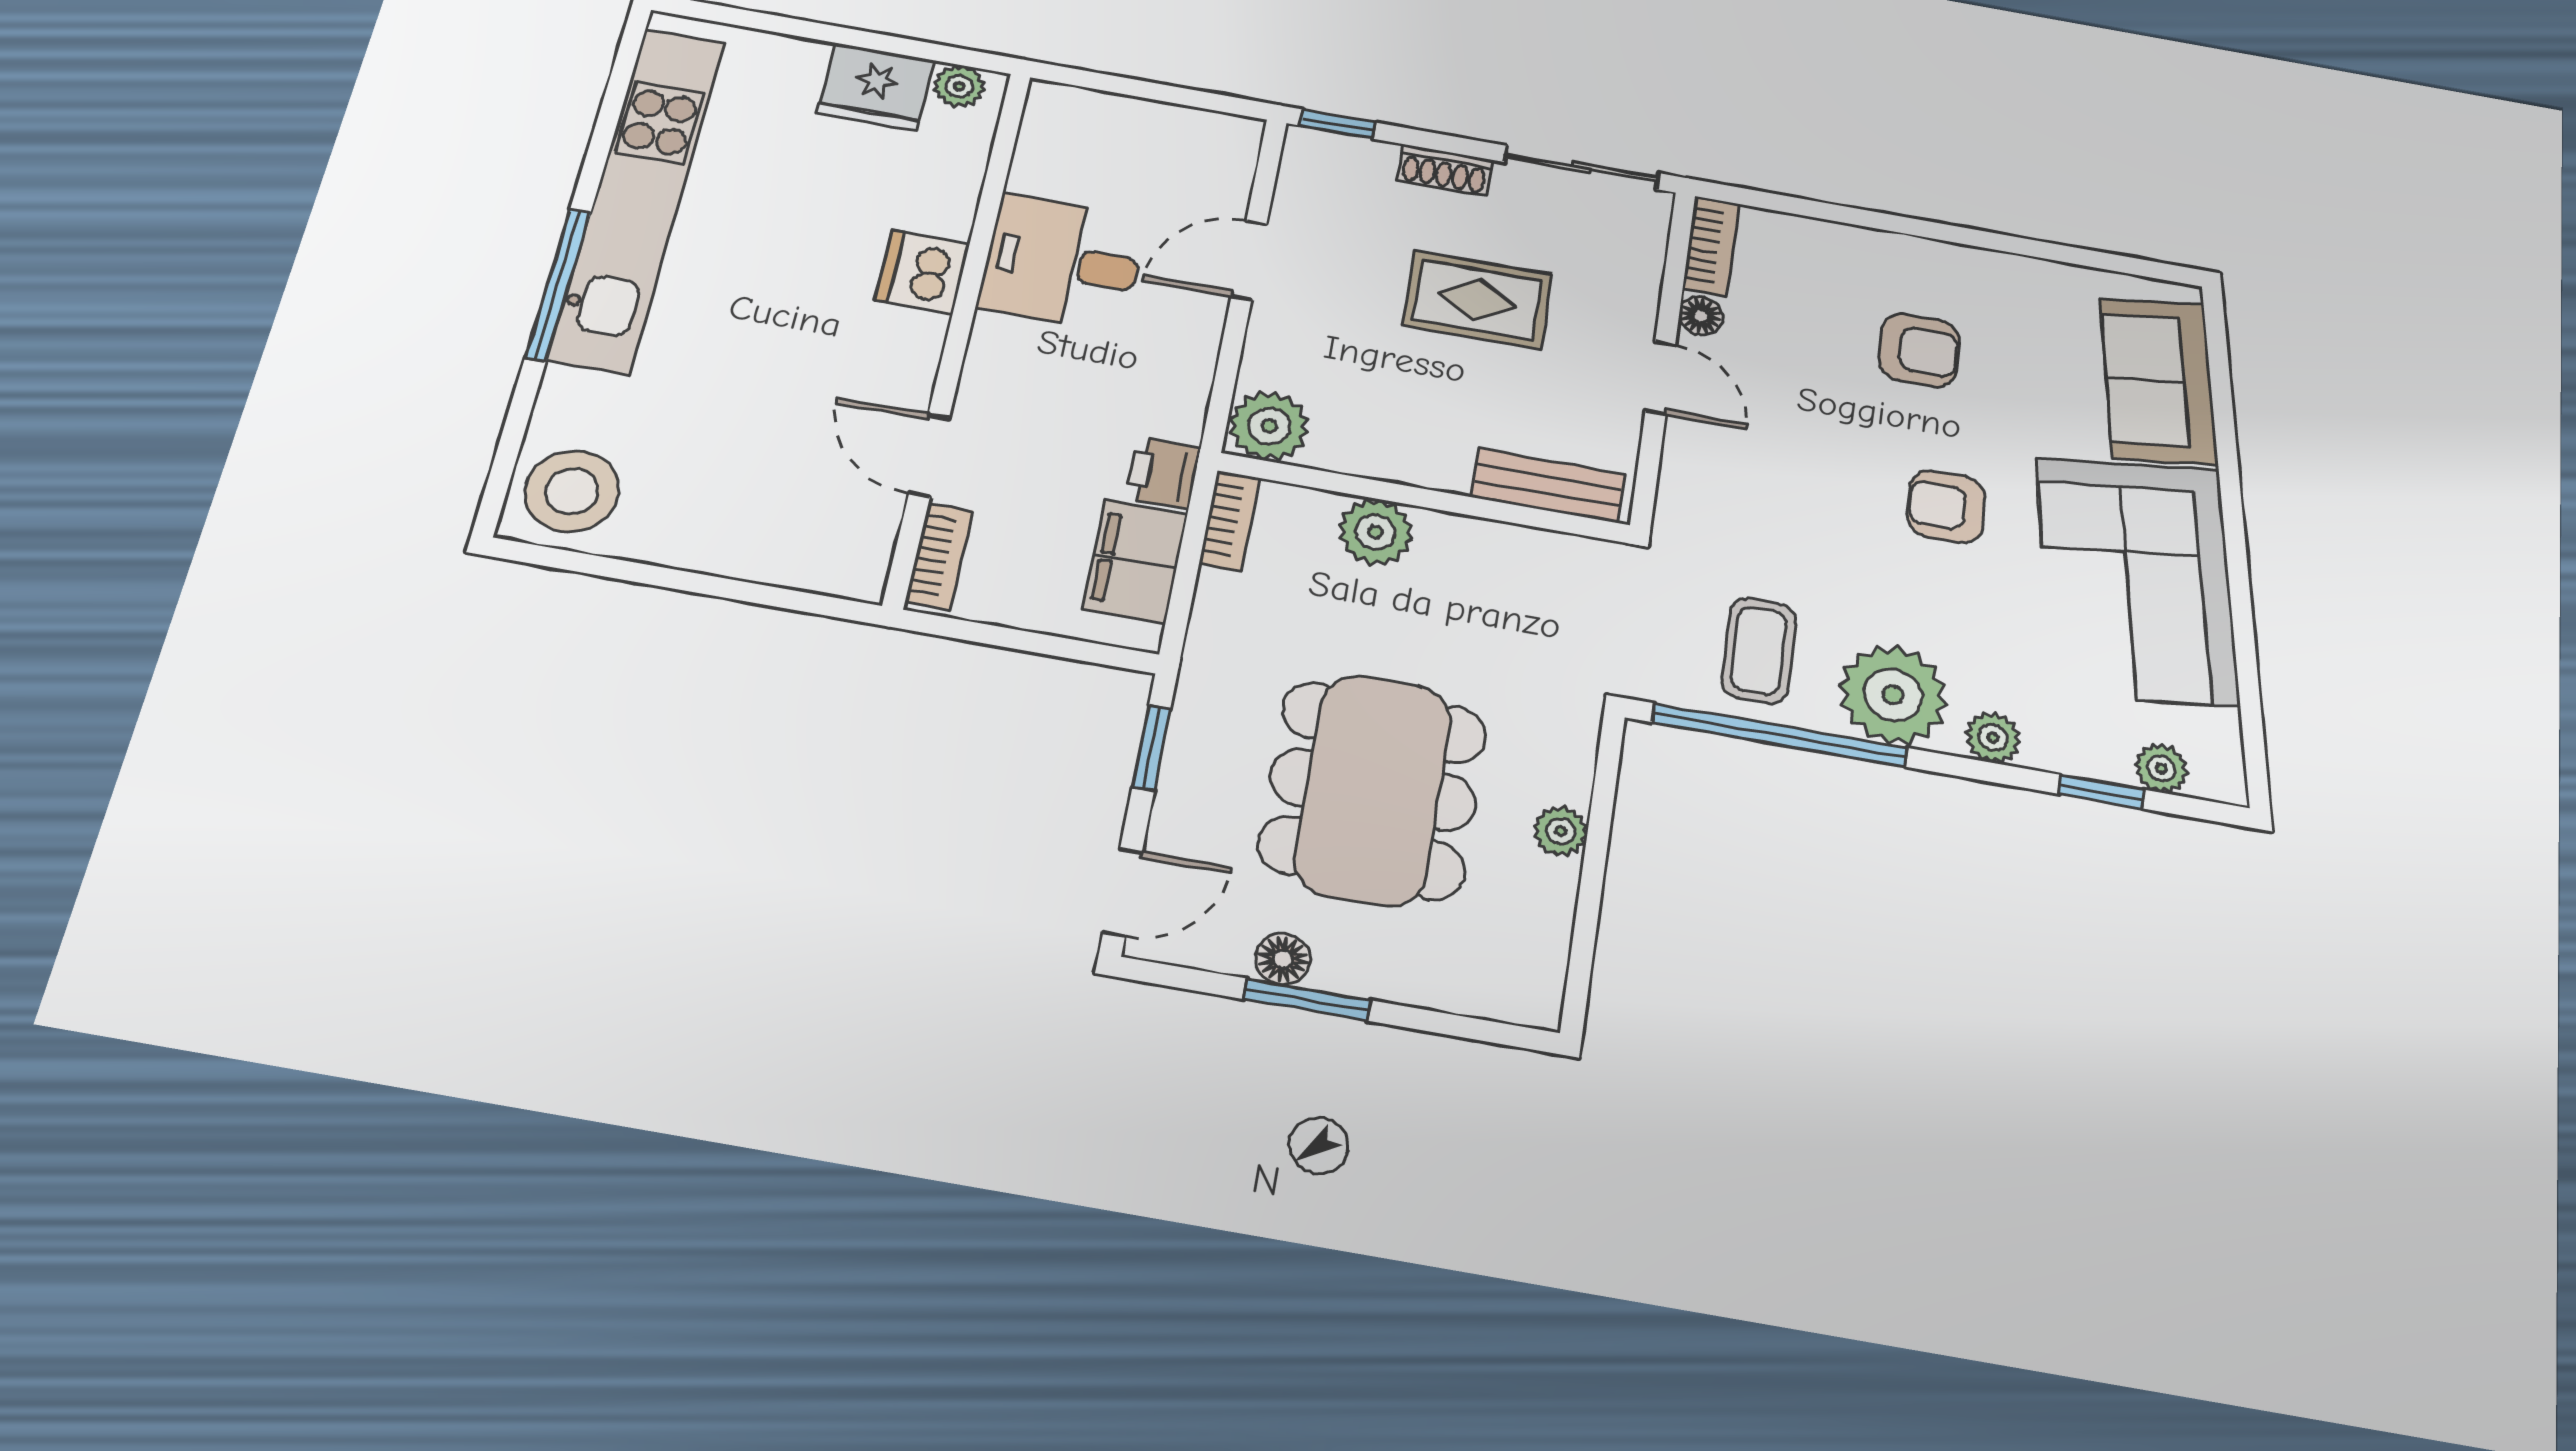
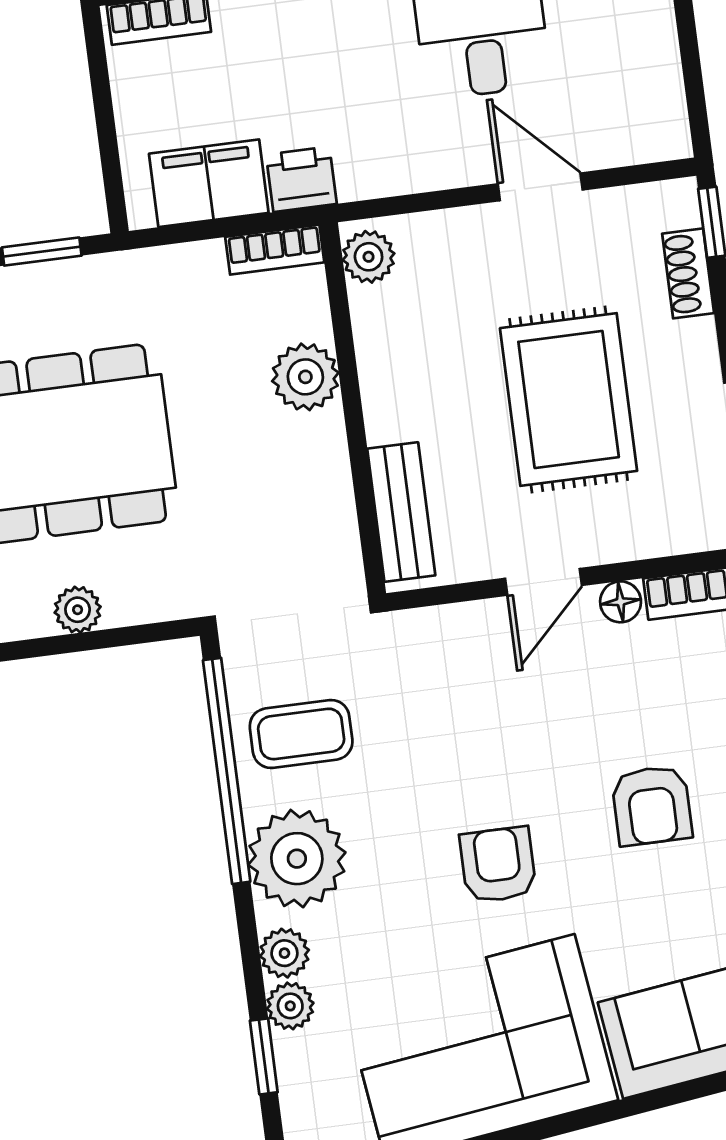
shoe rack: (1445, 170) -> (688, 273), moved
rug: (1478, 300) -> (569, 399), width x1.36, depth x1.43
plant: (1269, 426) -> (369, 257), width x0.73, depth x0.73
plant: (2161, 768) -> (290, 1006), moved

